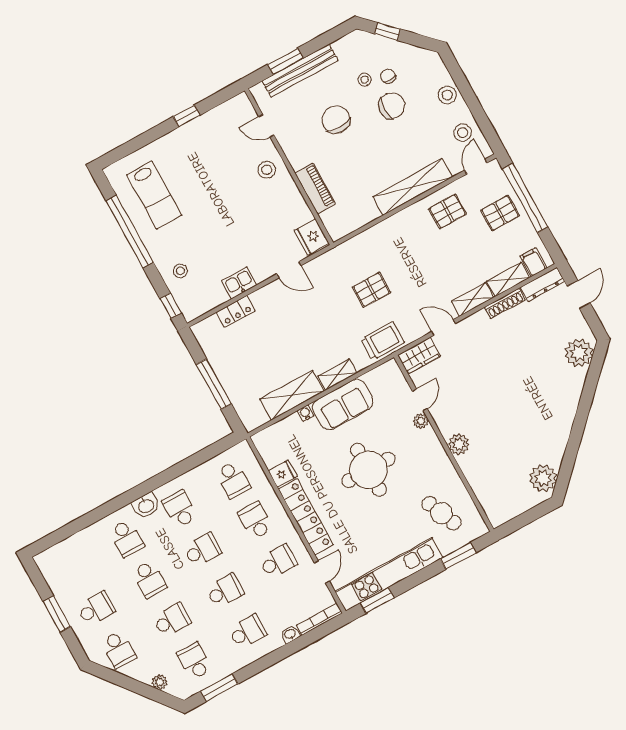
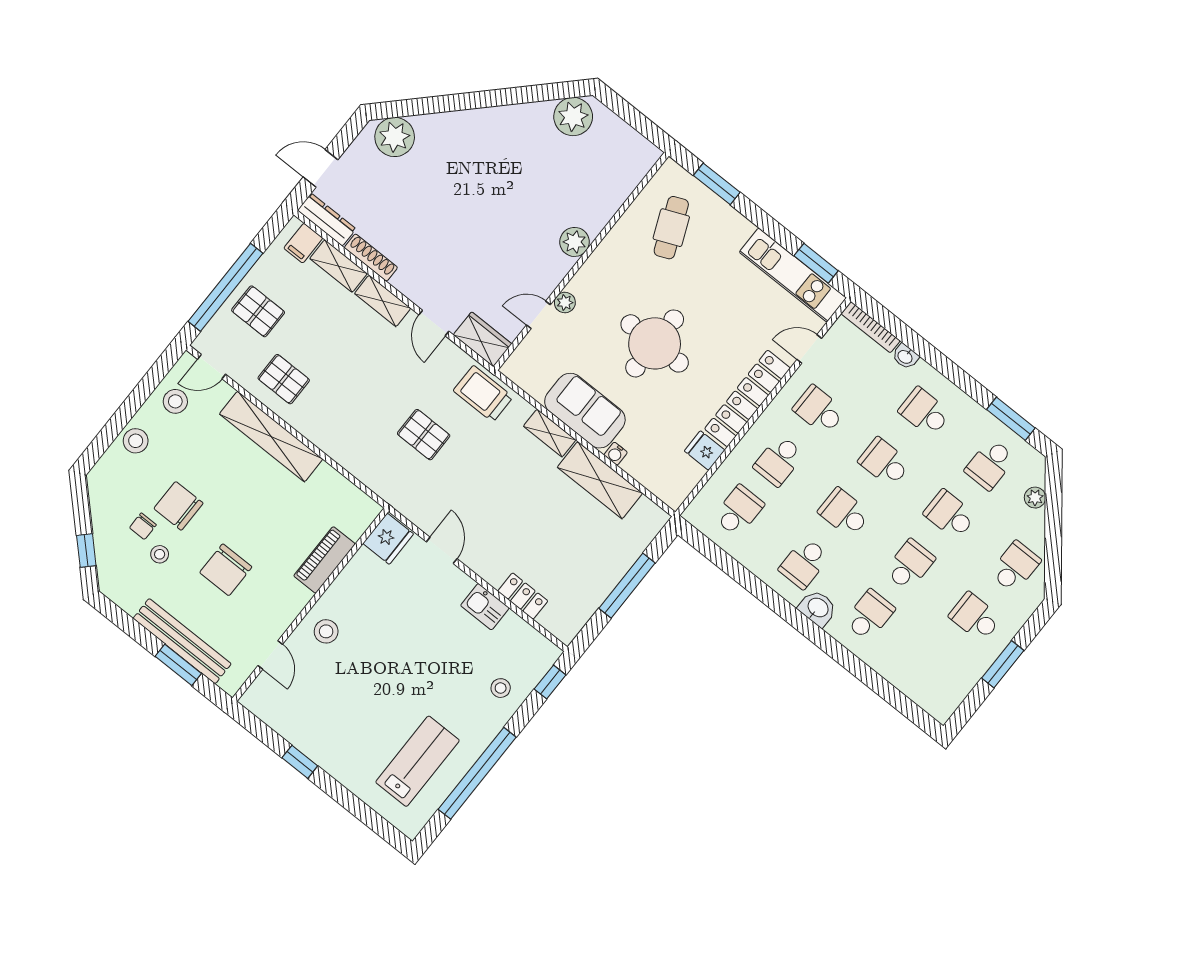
kitchen unit: (389, 574) -> (793, 275), width x0.73

